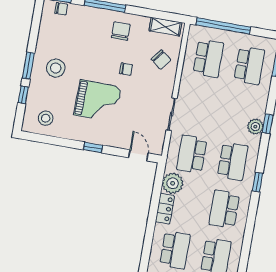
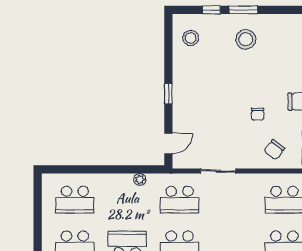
grand piano: (98, 101) -> (219, 90), removed
school desk: (192, 154) -> (180, 200), turned 180
plant: (173, 183) -> (140, 179), width x0.53, depth x0.53
locker: (165, 209) -> (117, 181), removed

